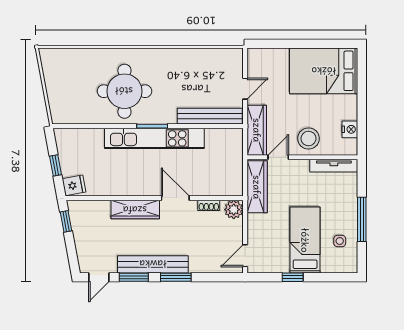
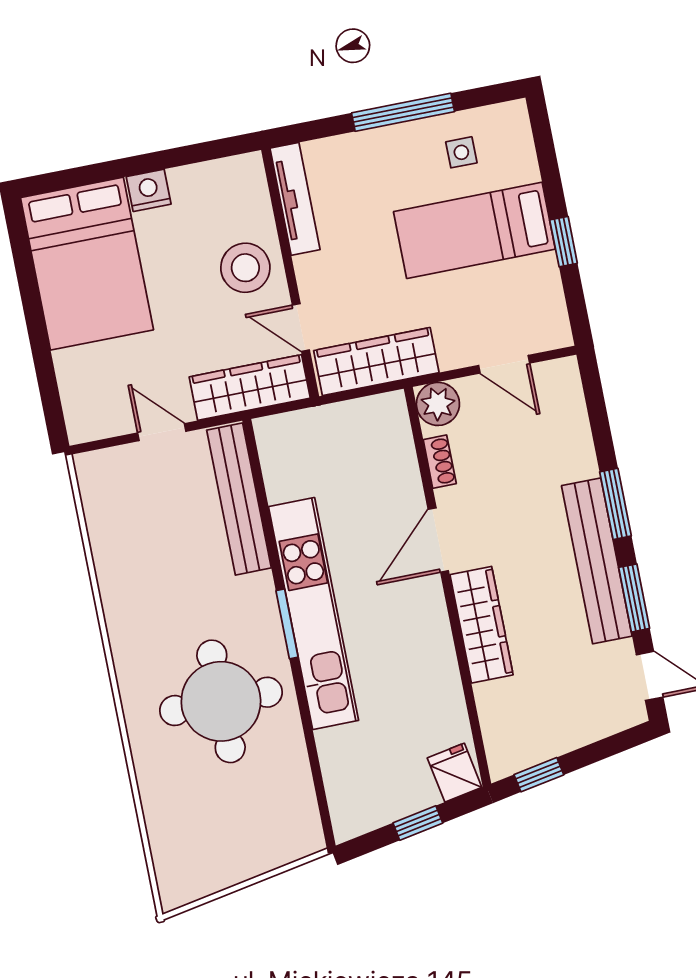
nightstand: (350, 129) -> (149, 190), moved
door: (245, 256) -> (504, 364), moved

